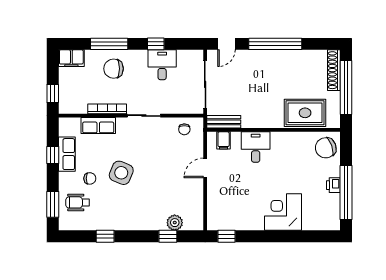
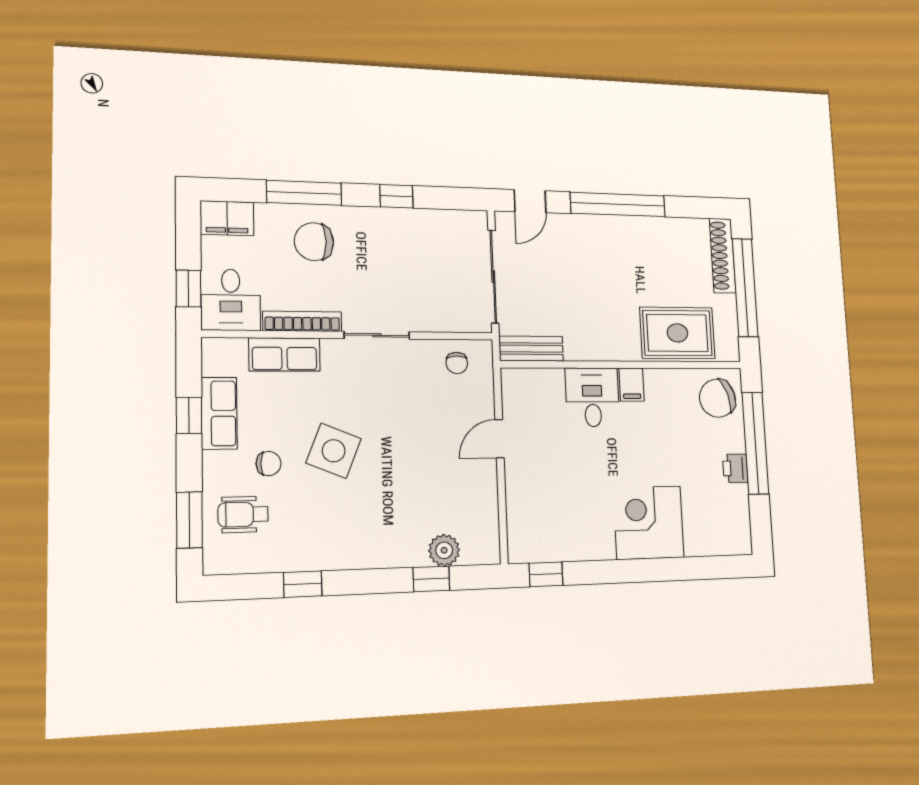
desk: (162, 65) -> (231, 300), moved, turned 180
filing cabinet: (224, 140) -> (632, 385), moved
window: (346, 192) -> (755, 443), moved

